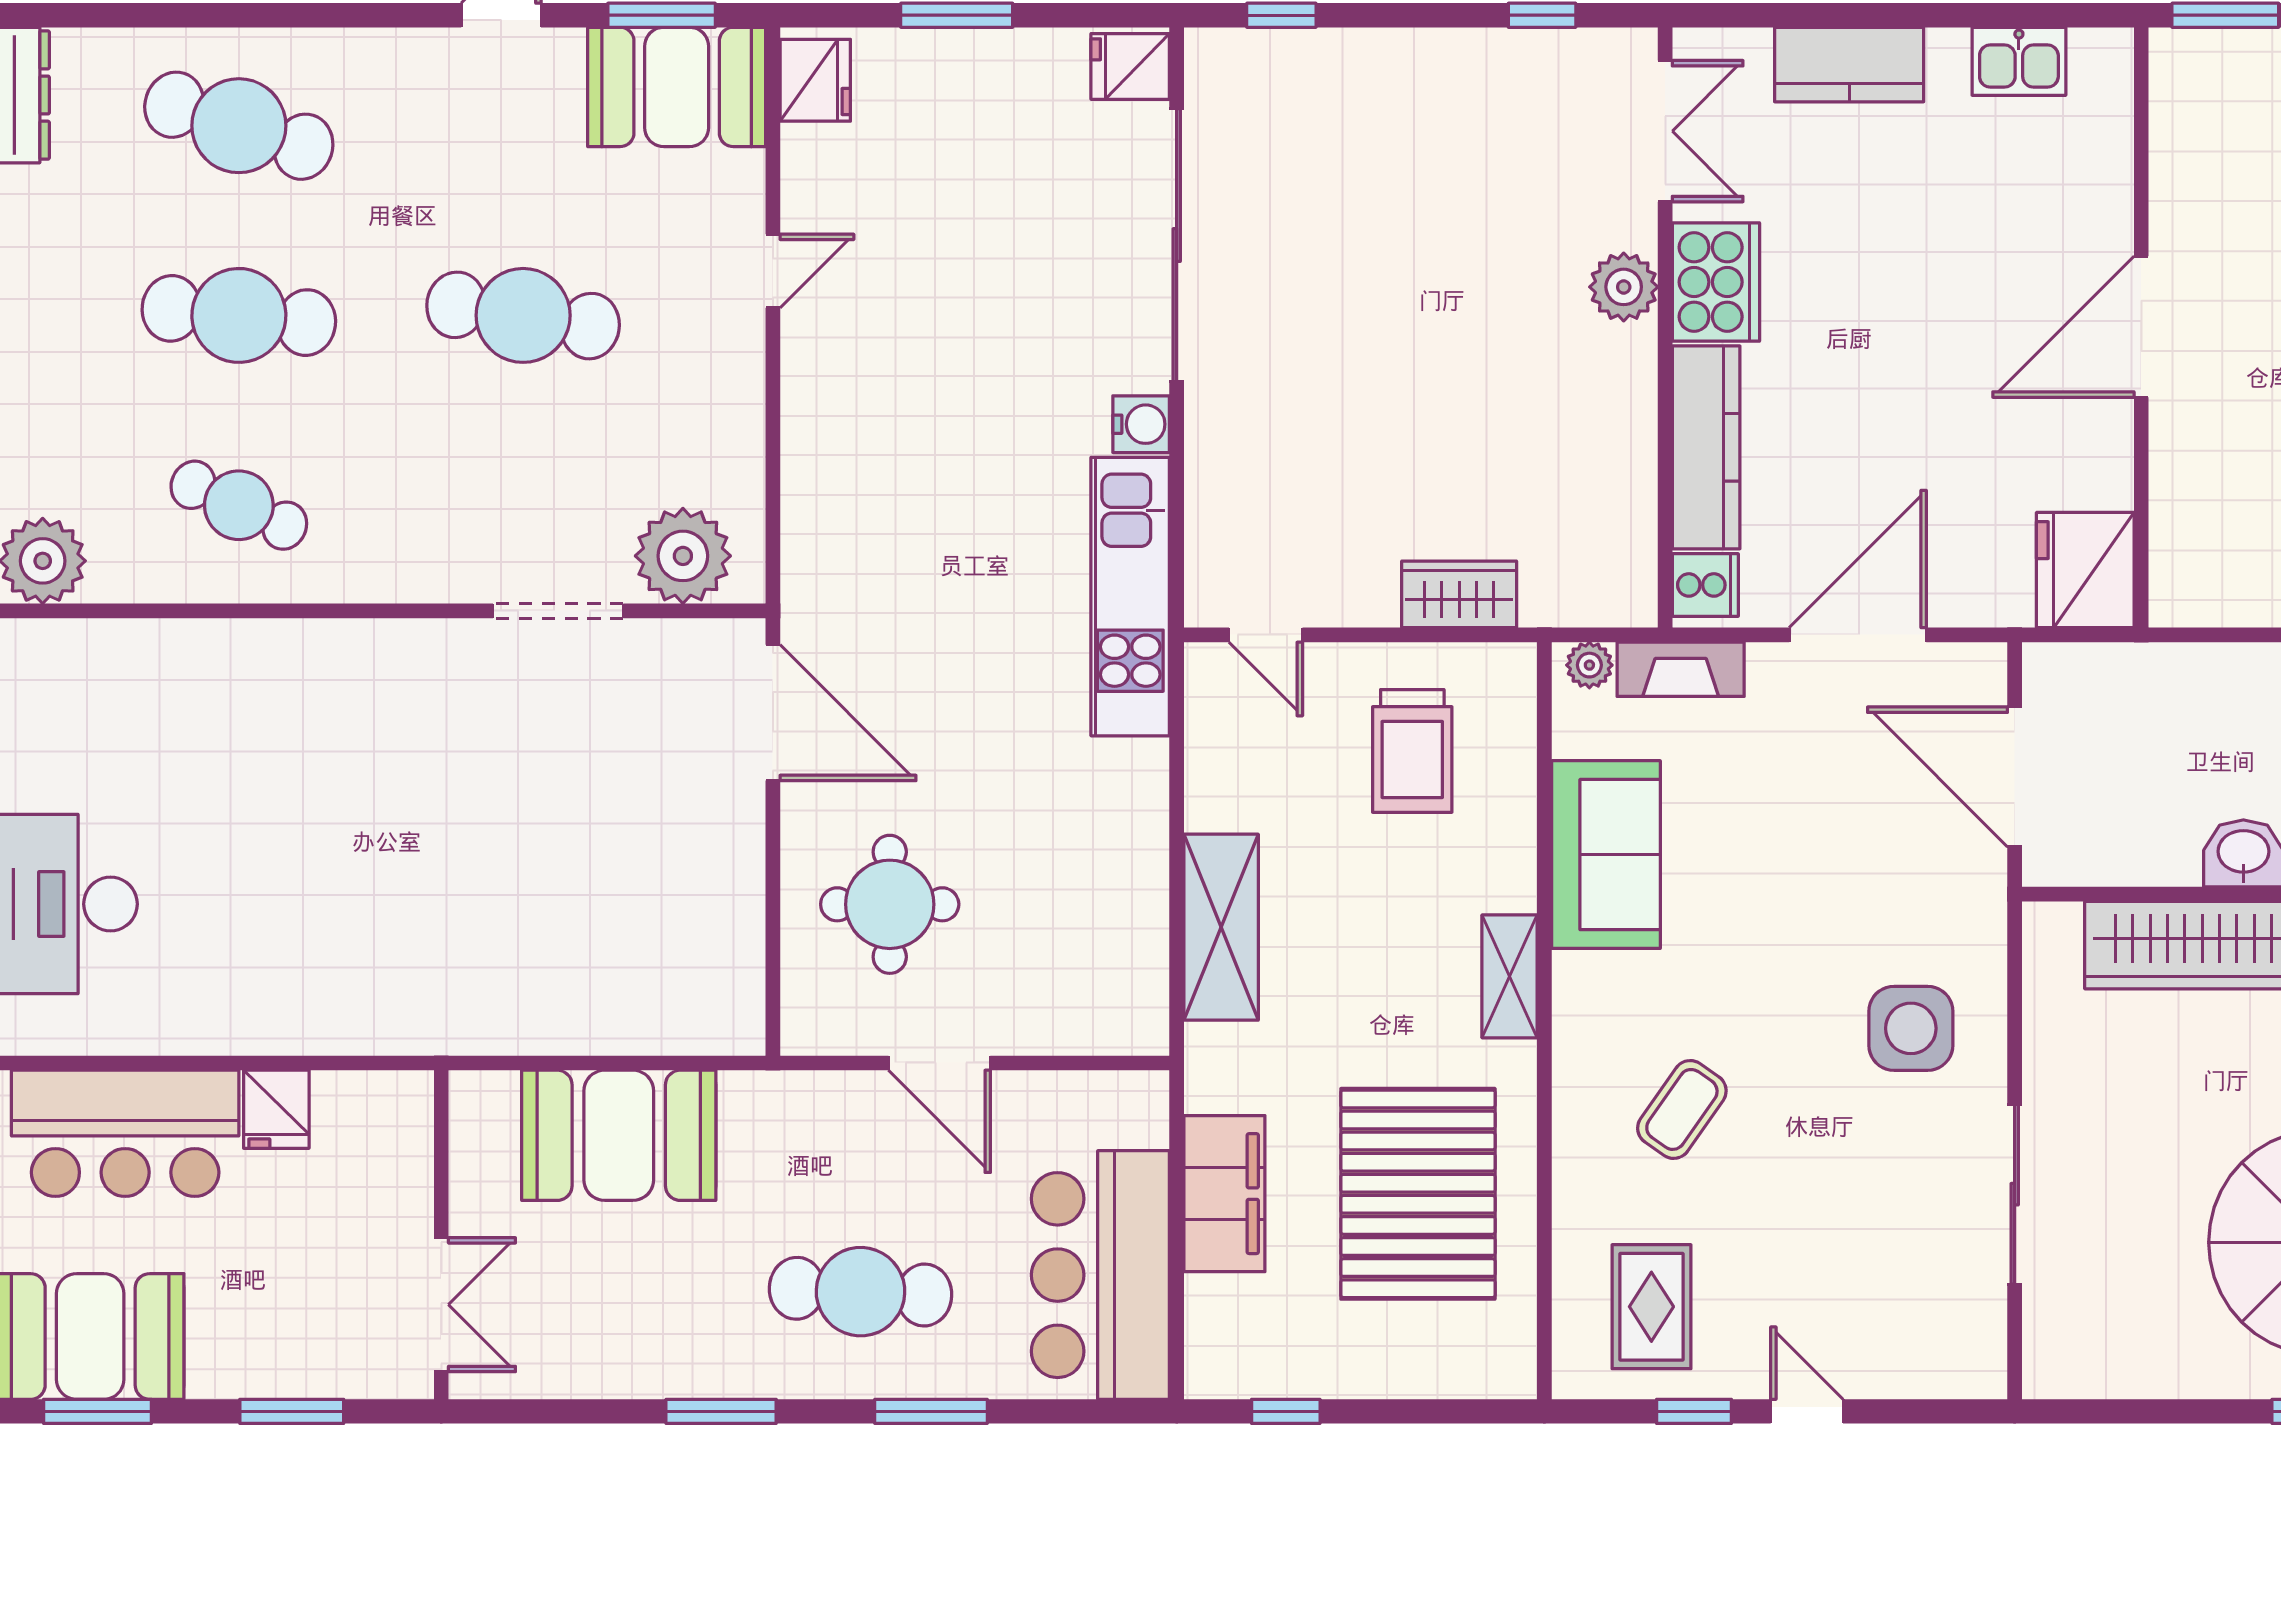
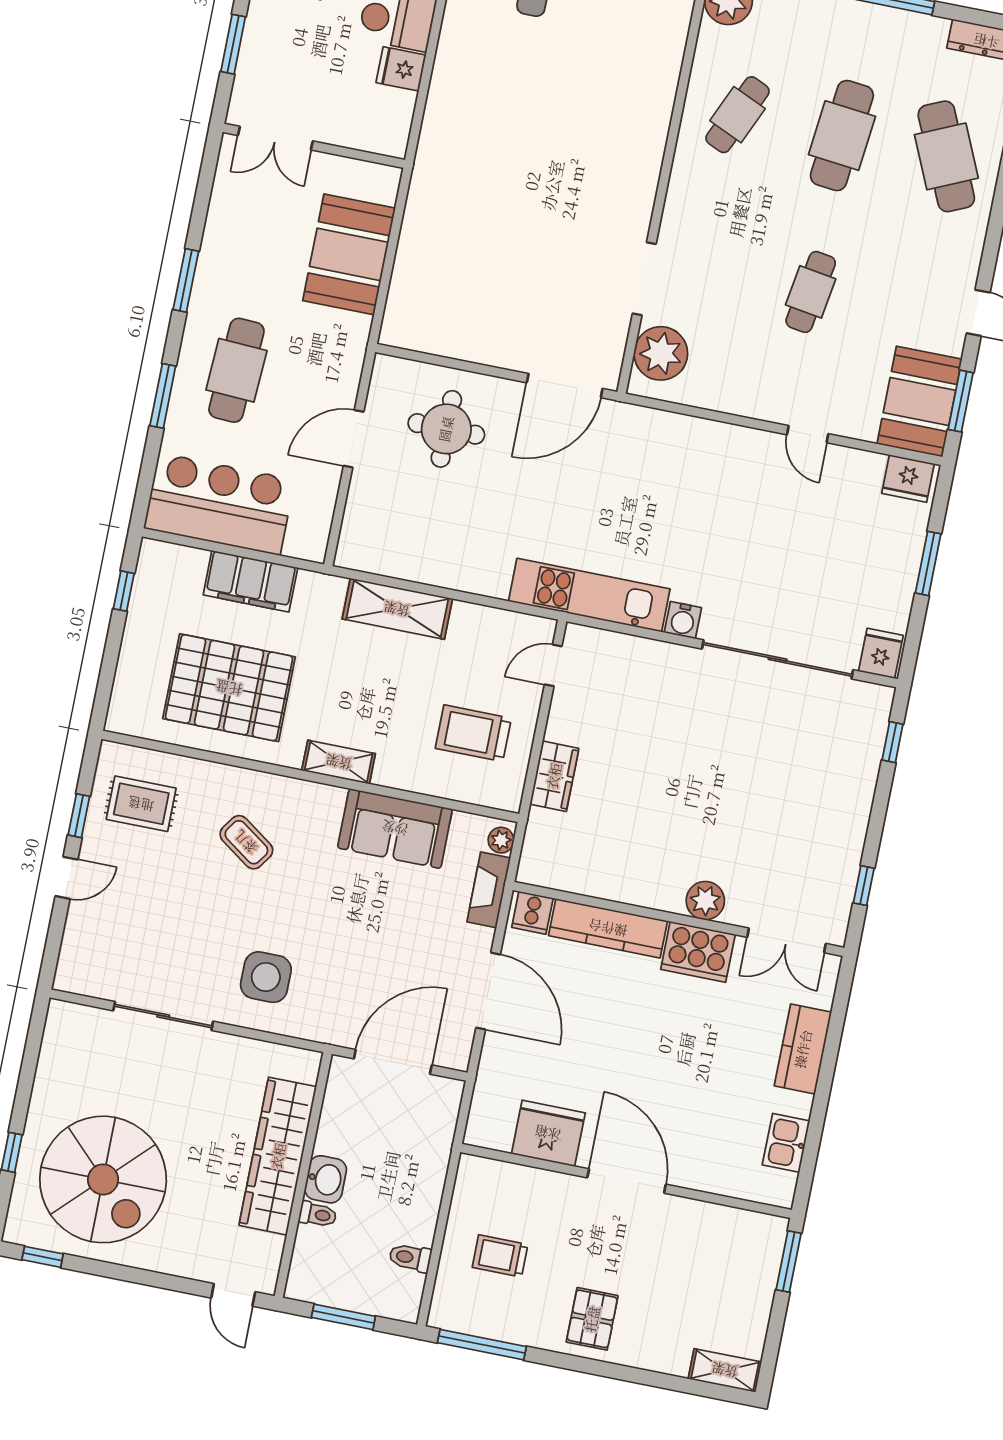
cafe table: (239, 126) -> (946, 156), turned -42
cafe table: (523, 315) -> (811, 292), width x0.73, depth x0.74
fridge: (2085, 570) -> (548, 1133), moved

